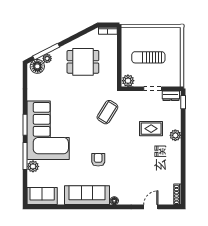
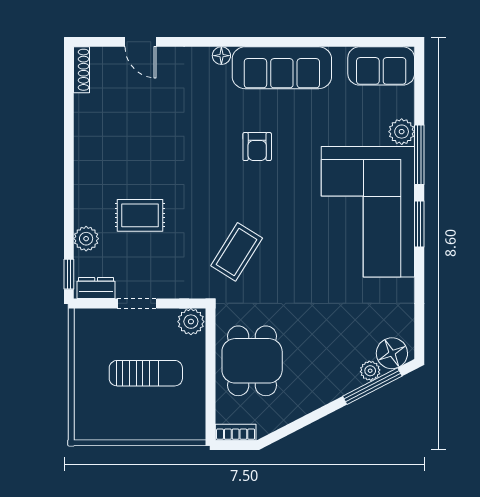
dining table: (83, 62) -> (252, 361), moved, turned 90
plant: (175, 135) -> (86, 239), moved
door: (151, 207) -> (141, 42), hinge flipped

